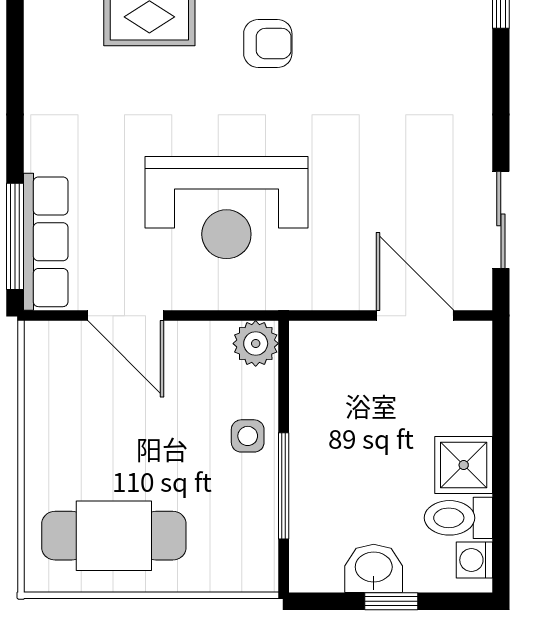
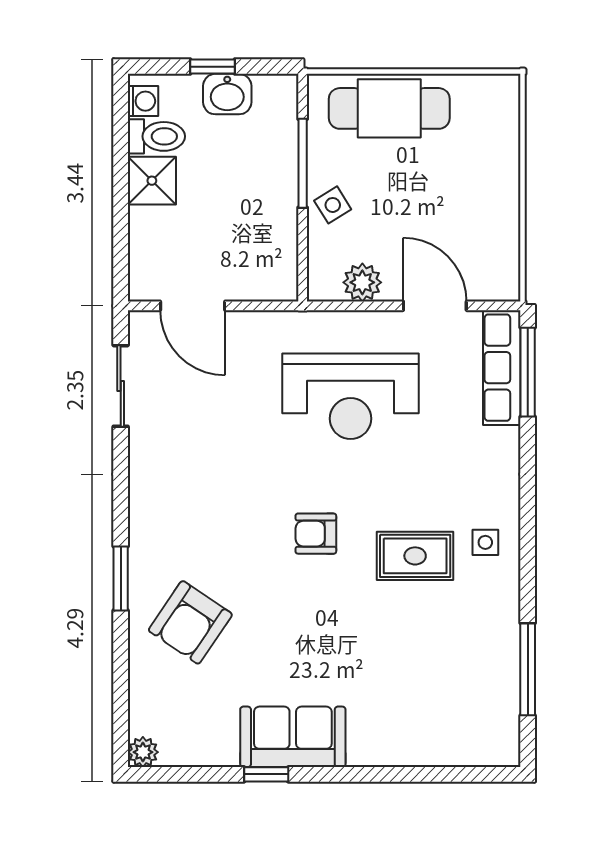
side table: (65, 33) -> (485, 542), added
reception desk: (226, 208) -> (351, 396), turned 180
plant: (256, 344) -> (362, 282), moved
side table: (248, 436) -> (333, 205), turned -32
cafe table: (114, 536) -> (389, 108), moved

